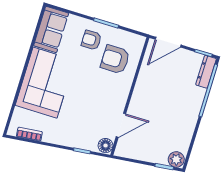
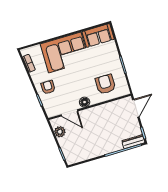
armchair: (91, 40) -> (48, 87), moved
door: (168, 42) -> (136, 108), swing flipped
floor lamp: (106, 146) -> (85, 102), moved
plant: (176, 159) -> (60, 132), moved

